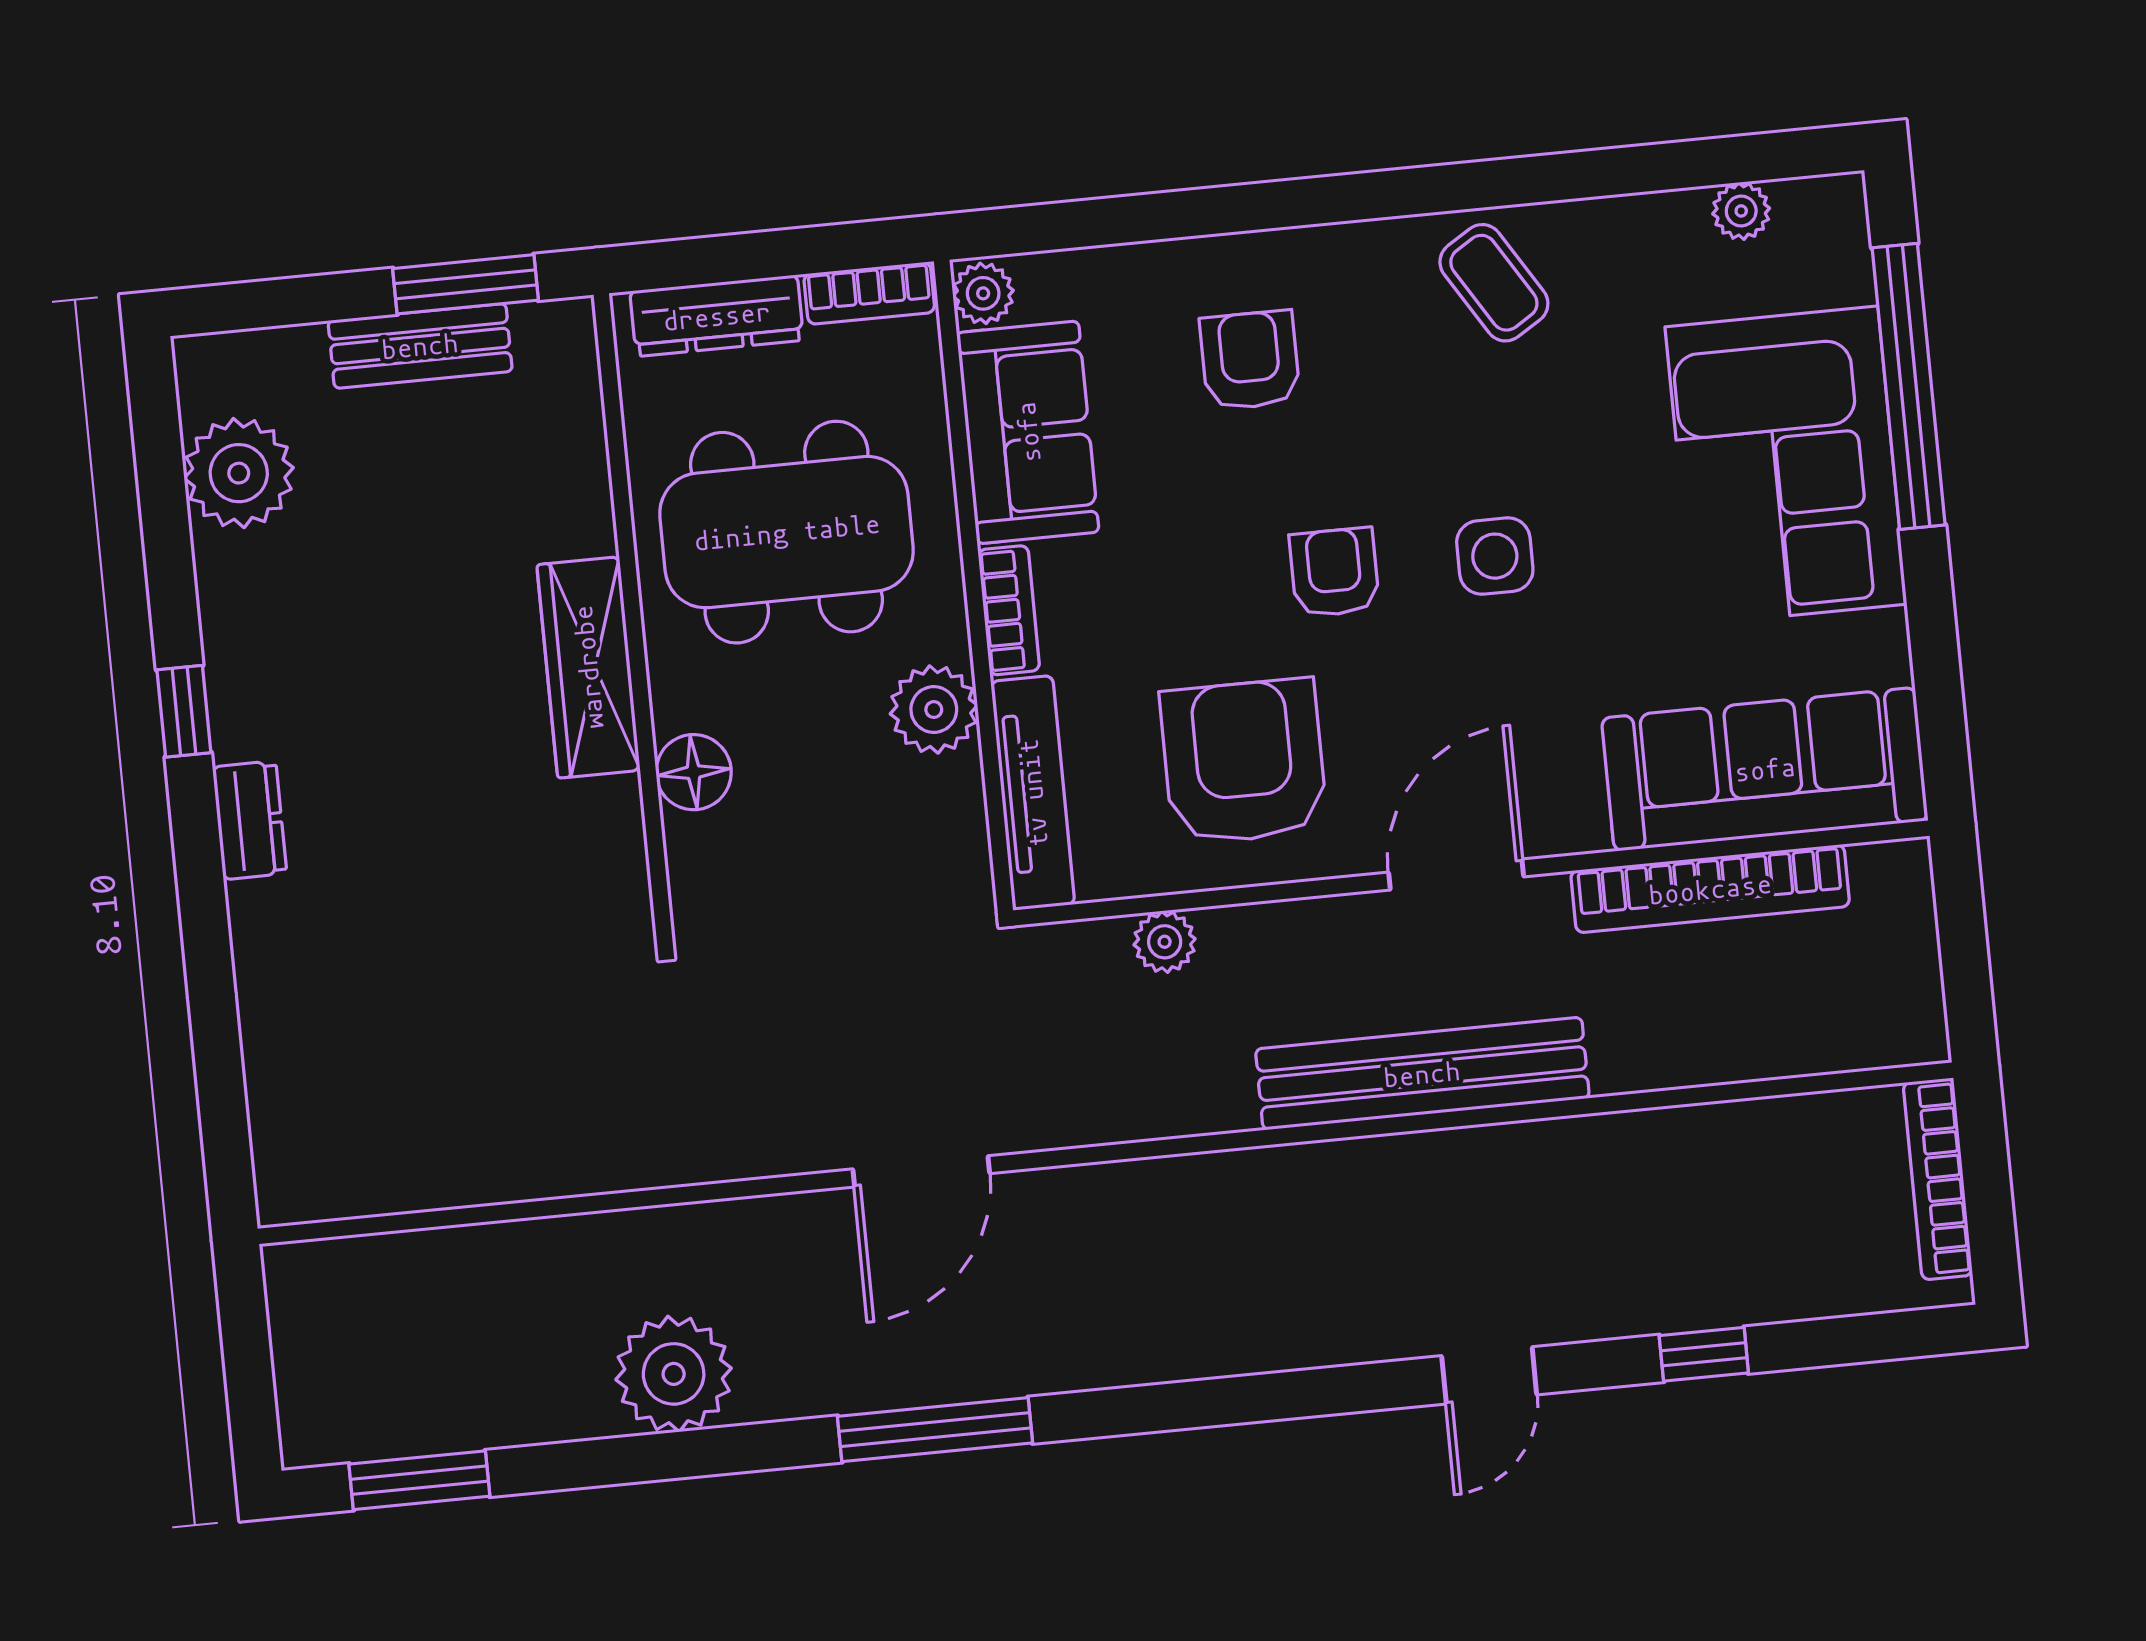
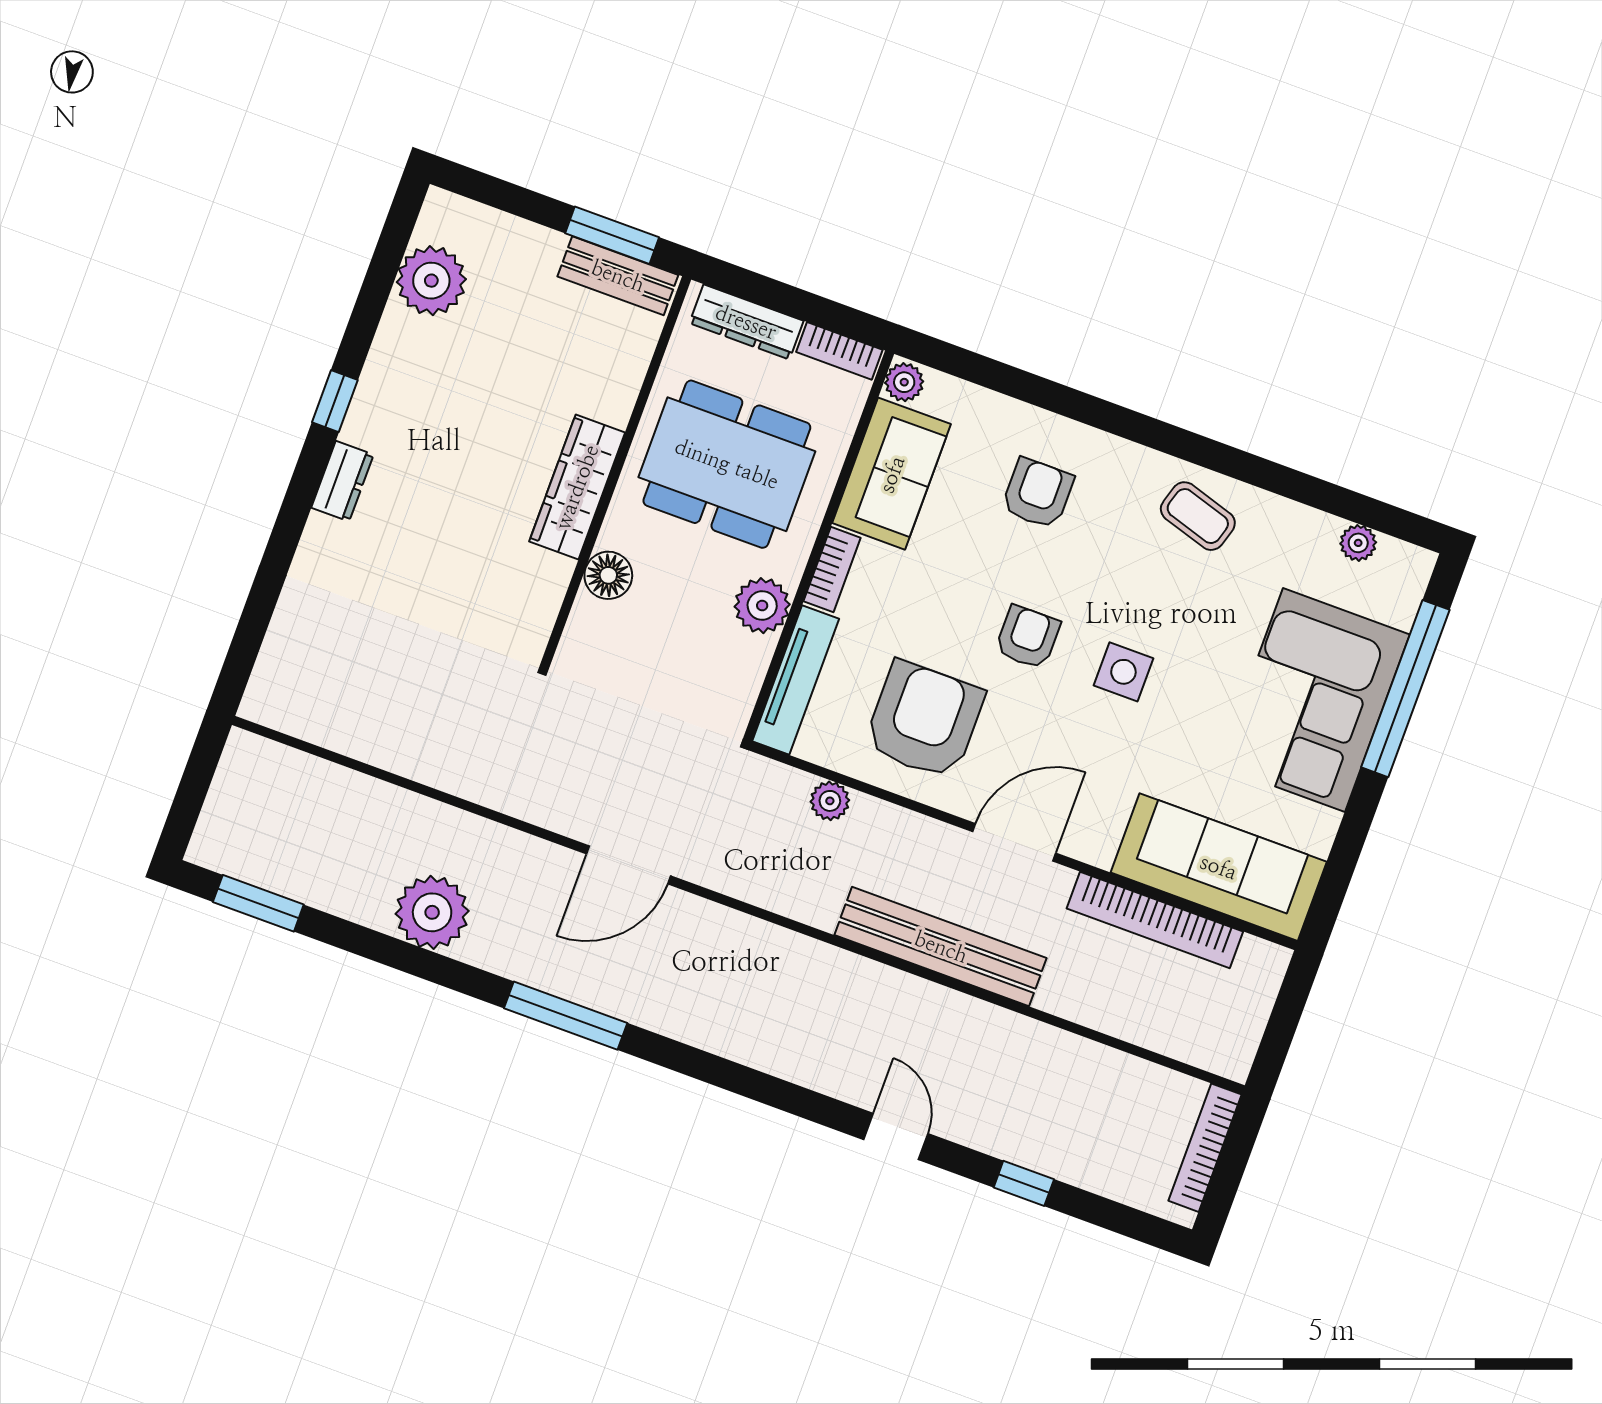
coffee table: (1494, 283) -> (1198, 516), turned -41
bench: (420, 346) -> (618, 276), moved
door: (1489, 1375) -> (896, 1137), swing flipped

